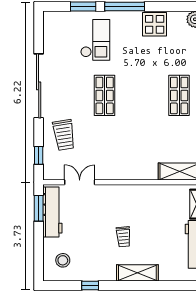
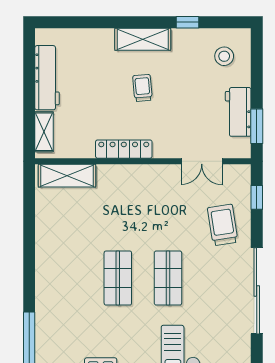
shop shelf: (179, 95) -> (118, 278), moved
locker: (137, 191) -> (124, 149), added
workbench: (52, 212) -> (238, 112), width x0.73
shelving: (137, 273) -> (143, 39), moved

